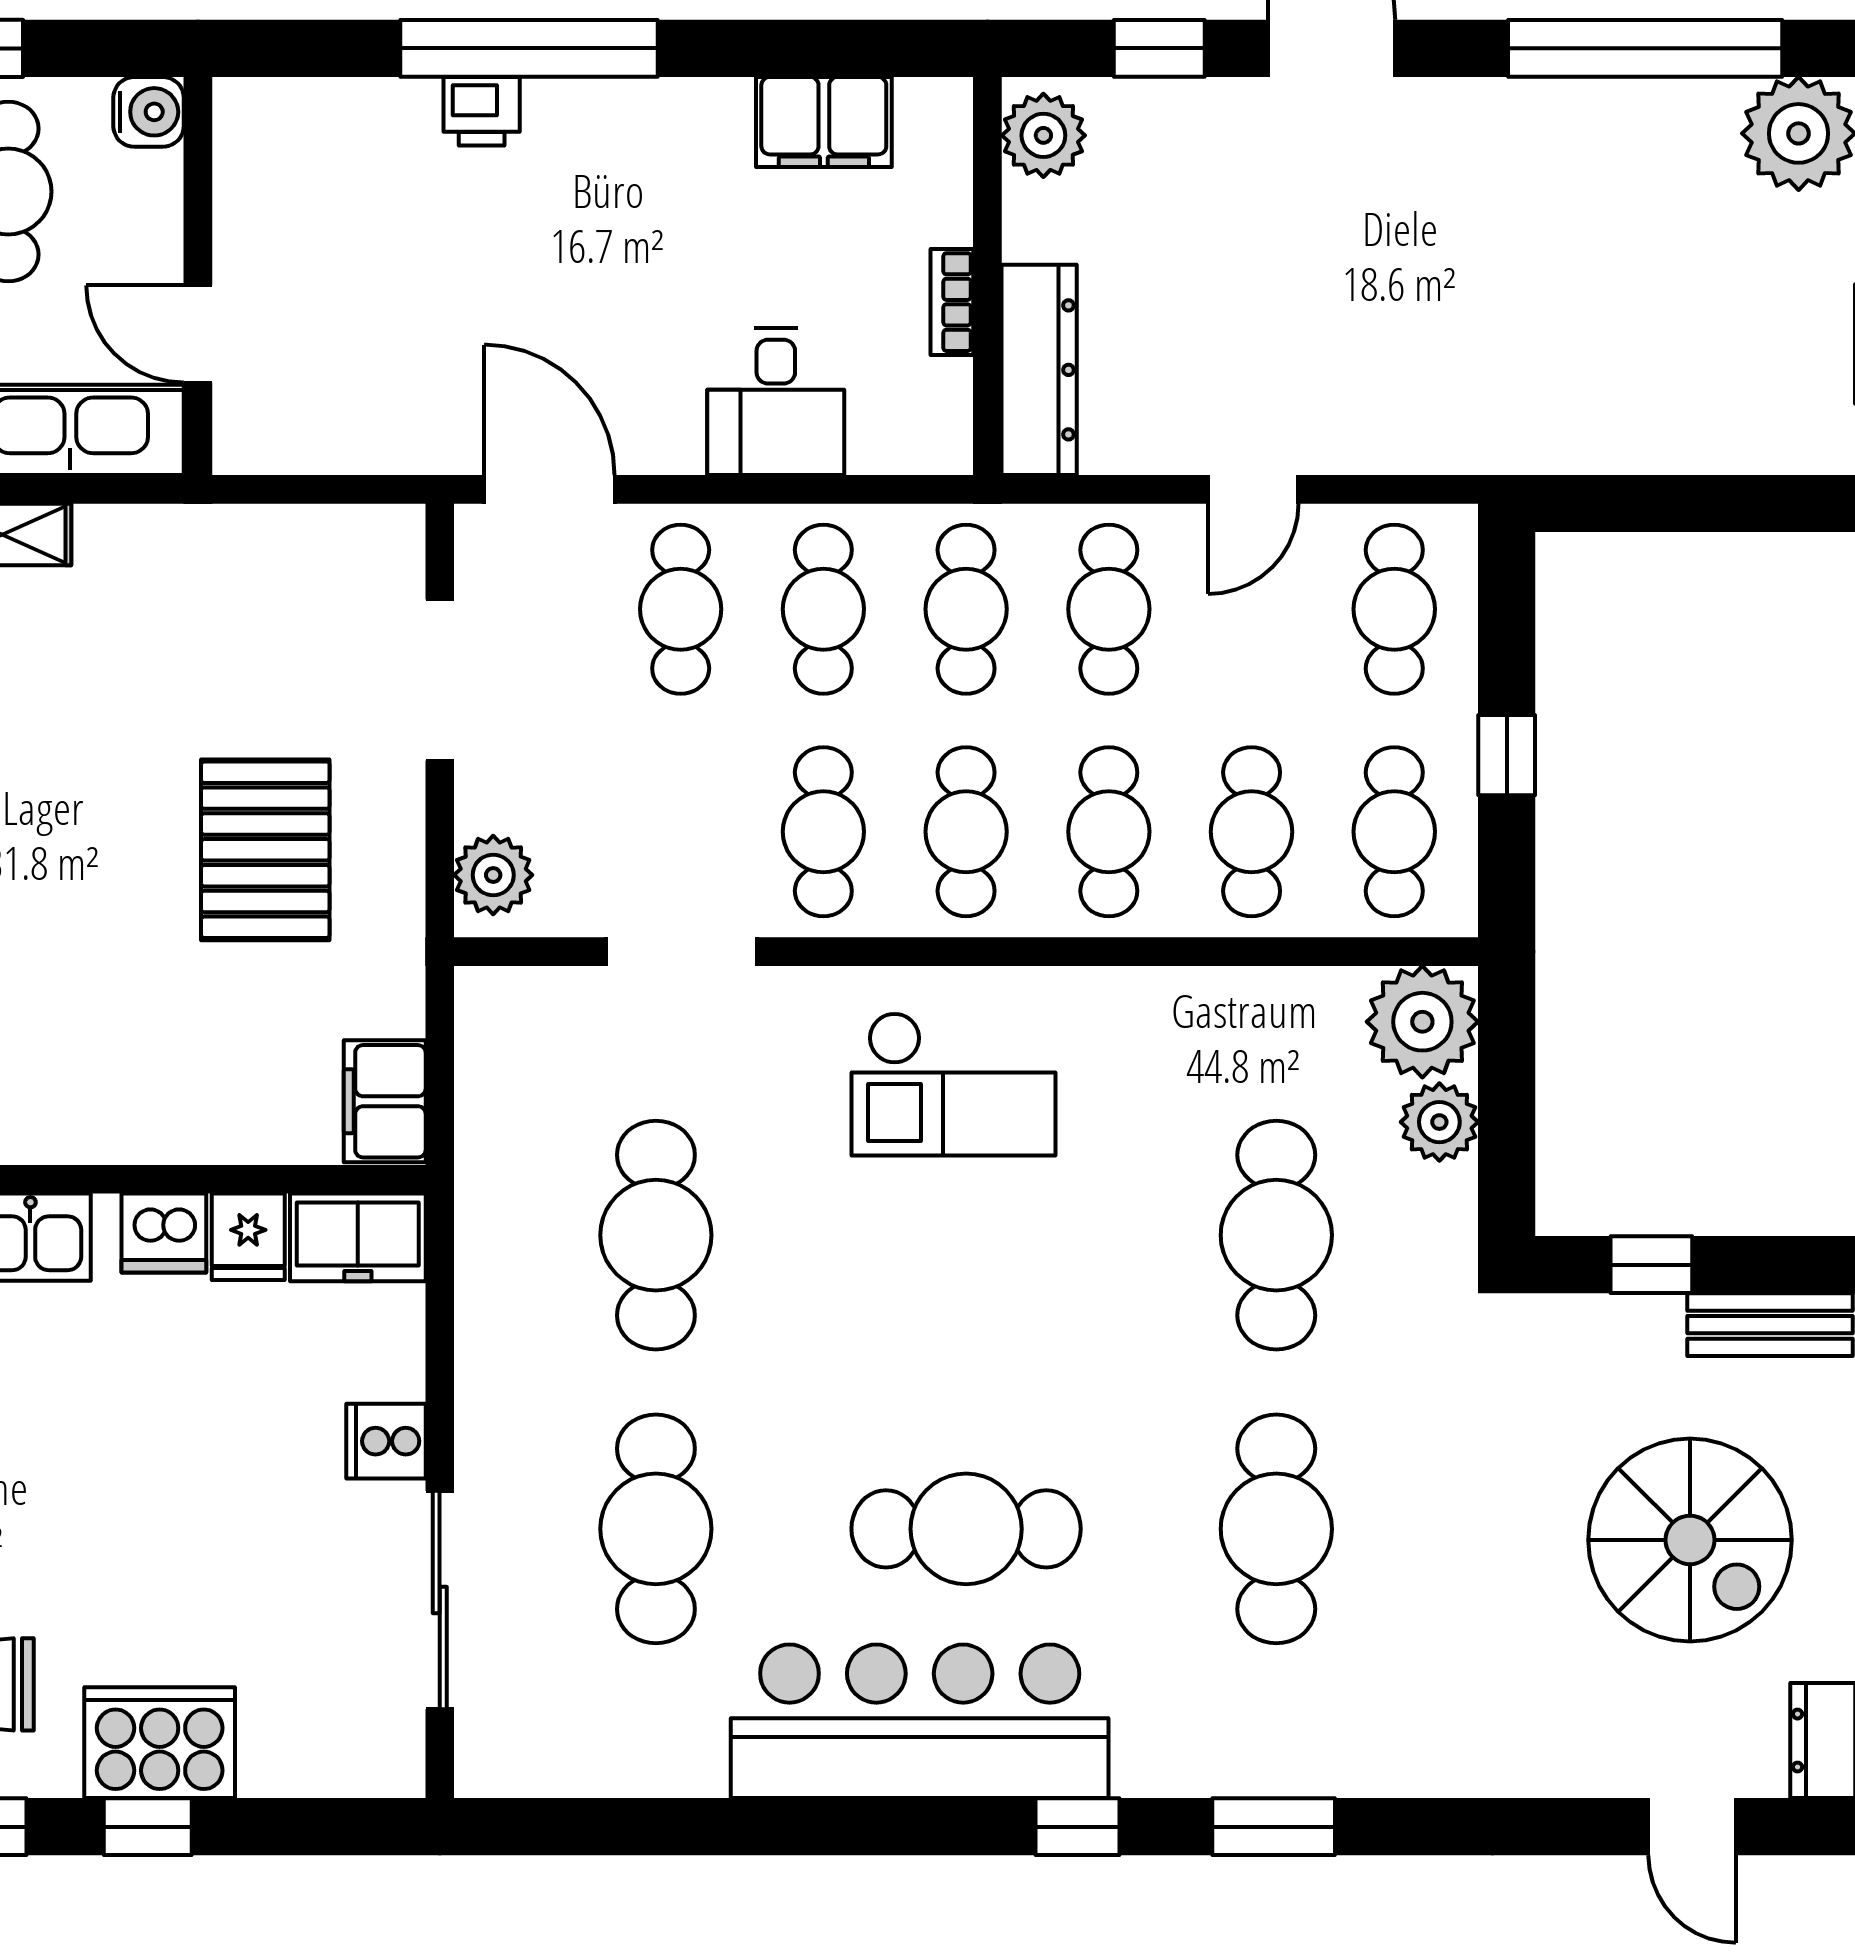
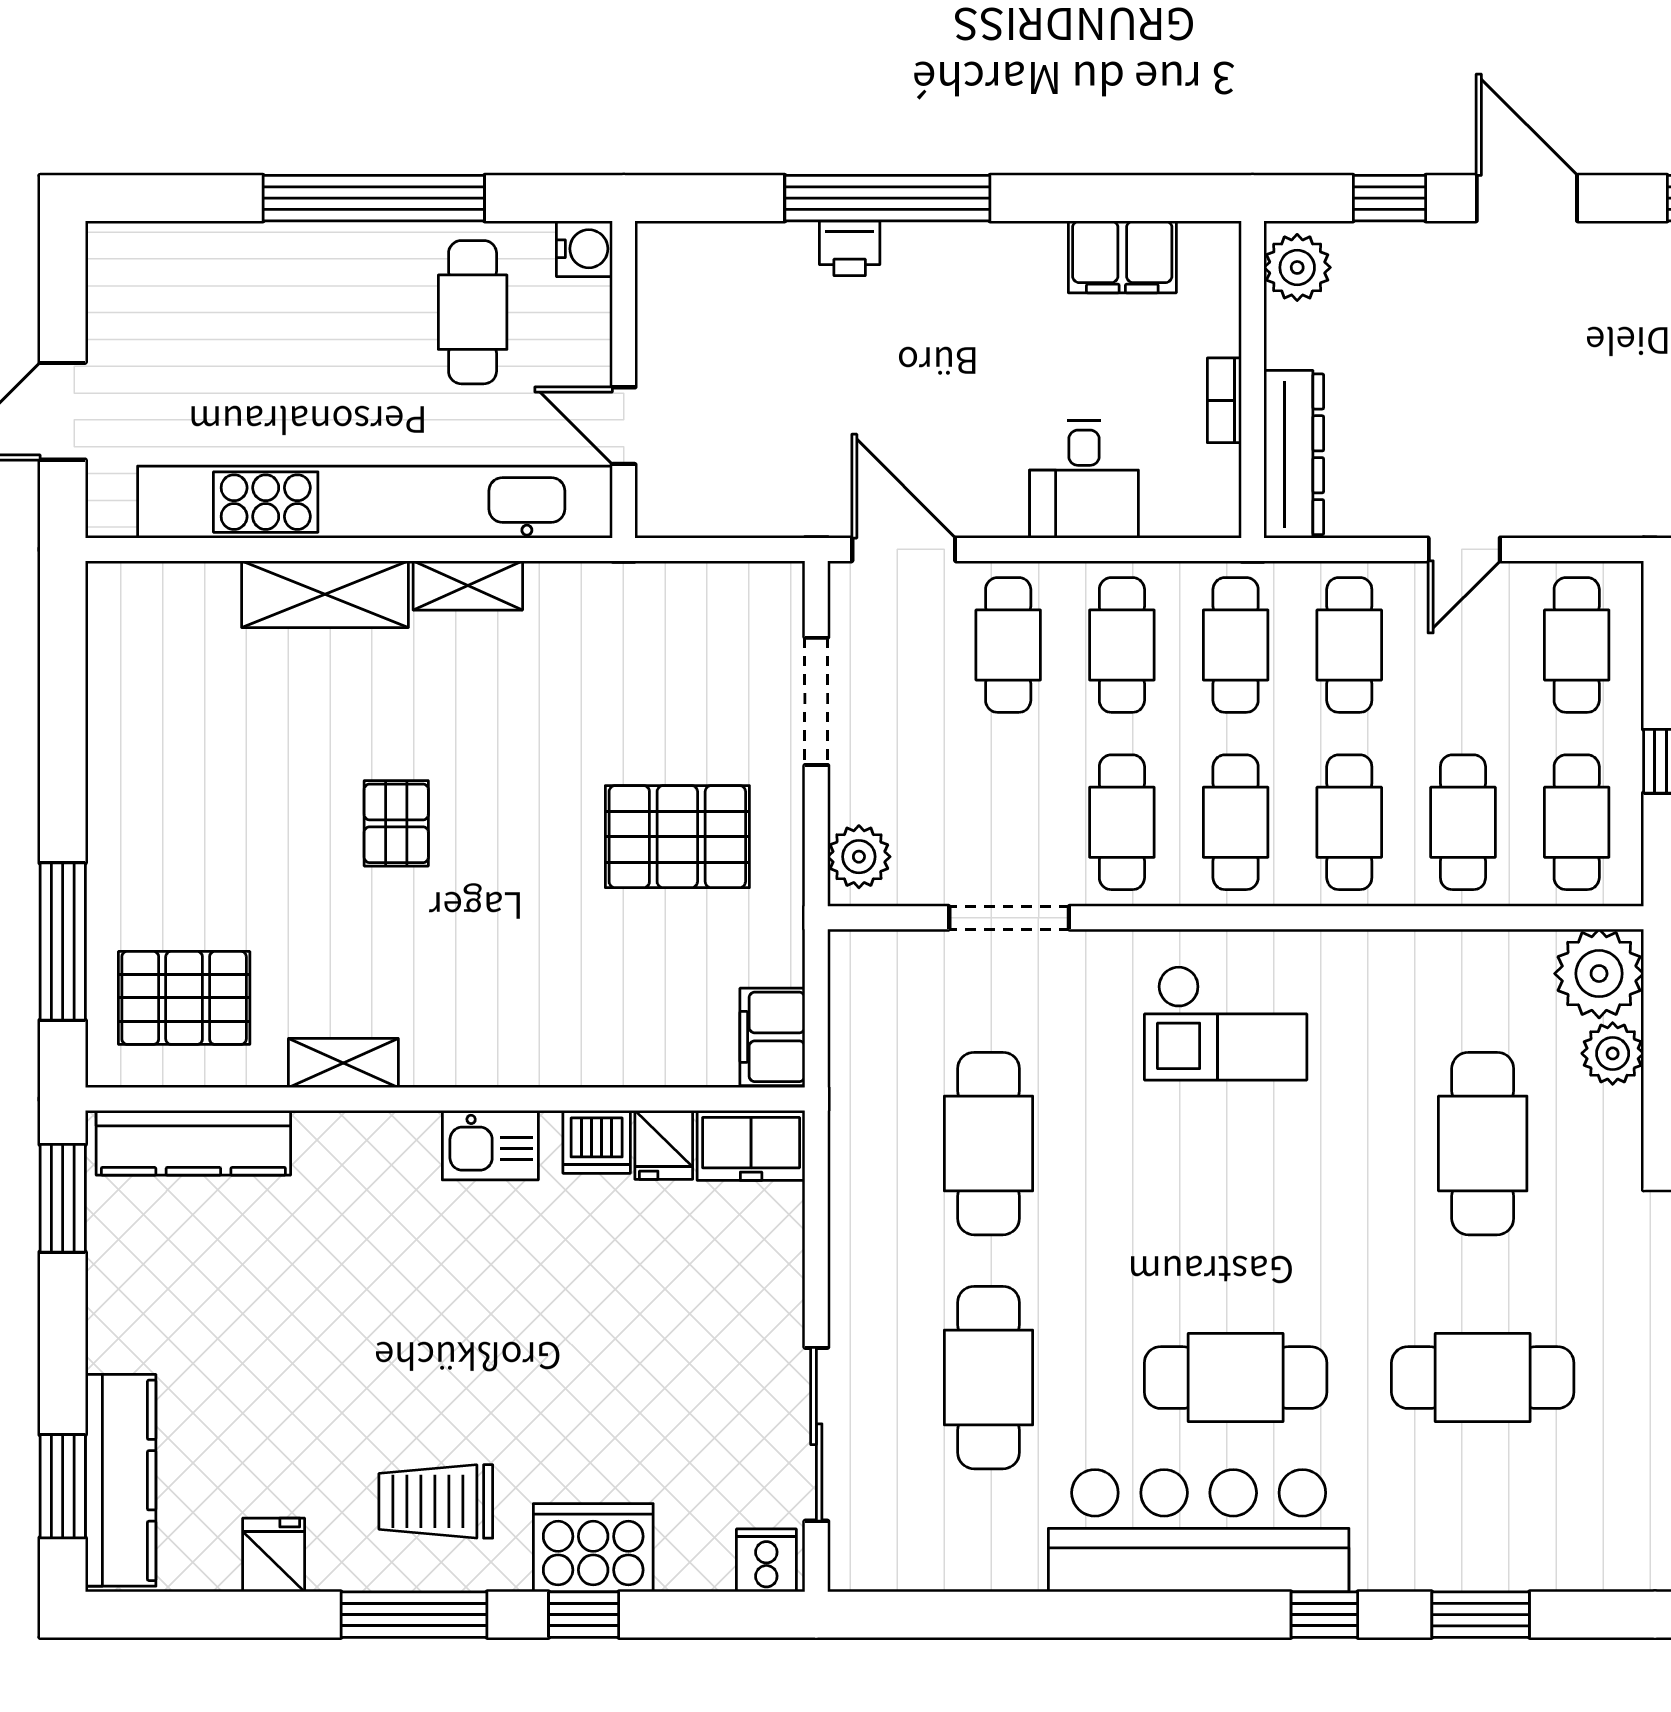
pallet: (265, 850) -> (677, 837), turned 90
cooker: (386, 1441) -> (766, 1560), moved, turned 90
cafe table: (1276, 1529) -> (1483, 1378), turned 90

